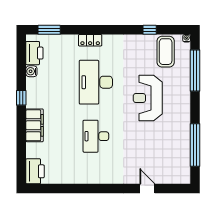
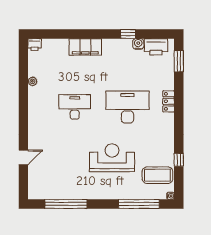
window: (21, 98) -> (128, 34), moved
printer: (35, 171) -> (35, 45), width x0.53, depth x0.68
plant: (70, 179) -> (32, 81), added

